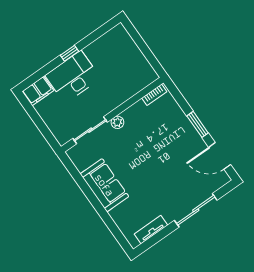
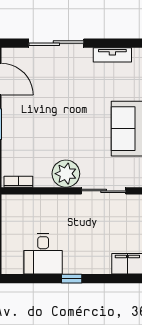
desk: (73, 77) -> (43, 254), moved, width x0.73
plant: (117, 122) -> (66, 174), width x1.88, depth x1.88

